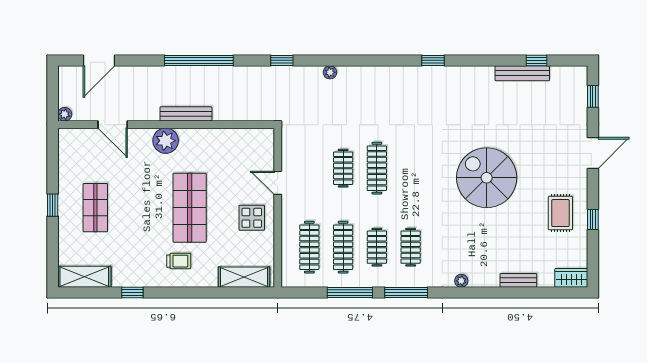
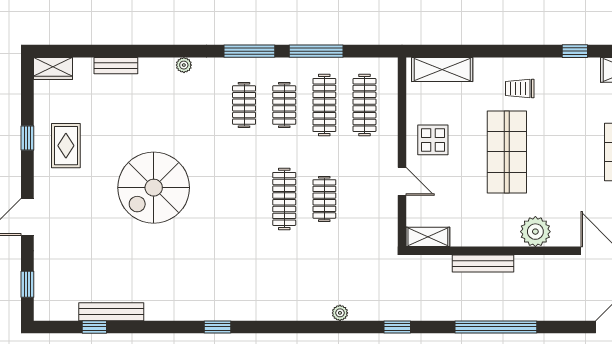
bench: (186, 114) -> (483, 263), moved
shelving: (256, 136) -> (428, 237), added
spiral stairs: (487, 178) -> (154, 188), turned 90

